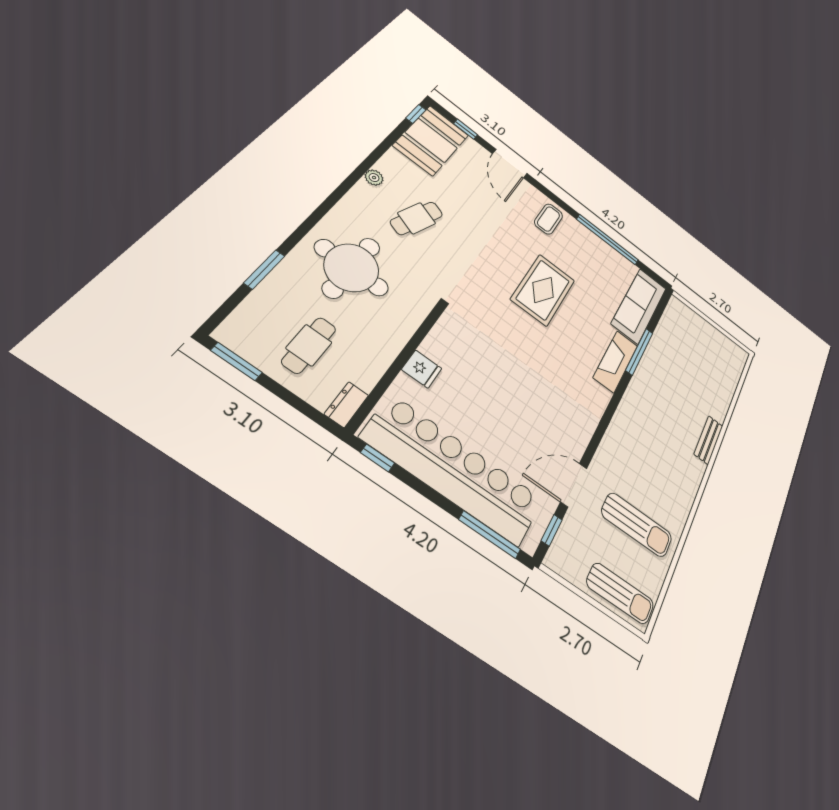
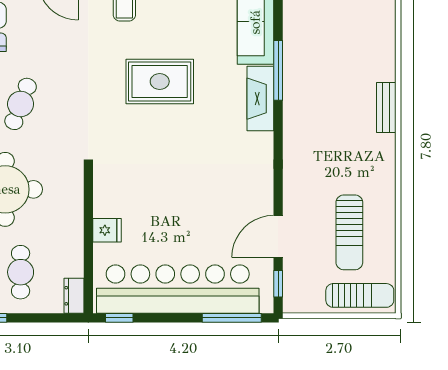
rug: (543, 290) -> (160, 81), turned 90
sun lounger: (637, 525) -> (349, 232), turned 90

